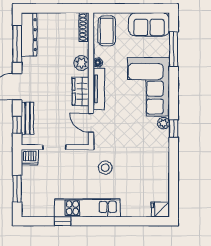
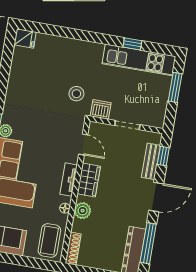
tv unit: (99, 89) -> (69, 180), width x0.71
dishwasher: (30, 157) -> (101, 109), moved
kitchen unit: (87, 208) -> (139, 60), moved

